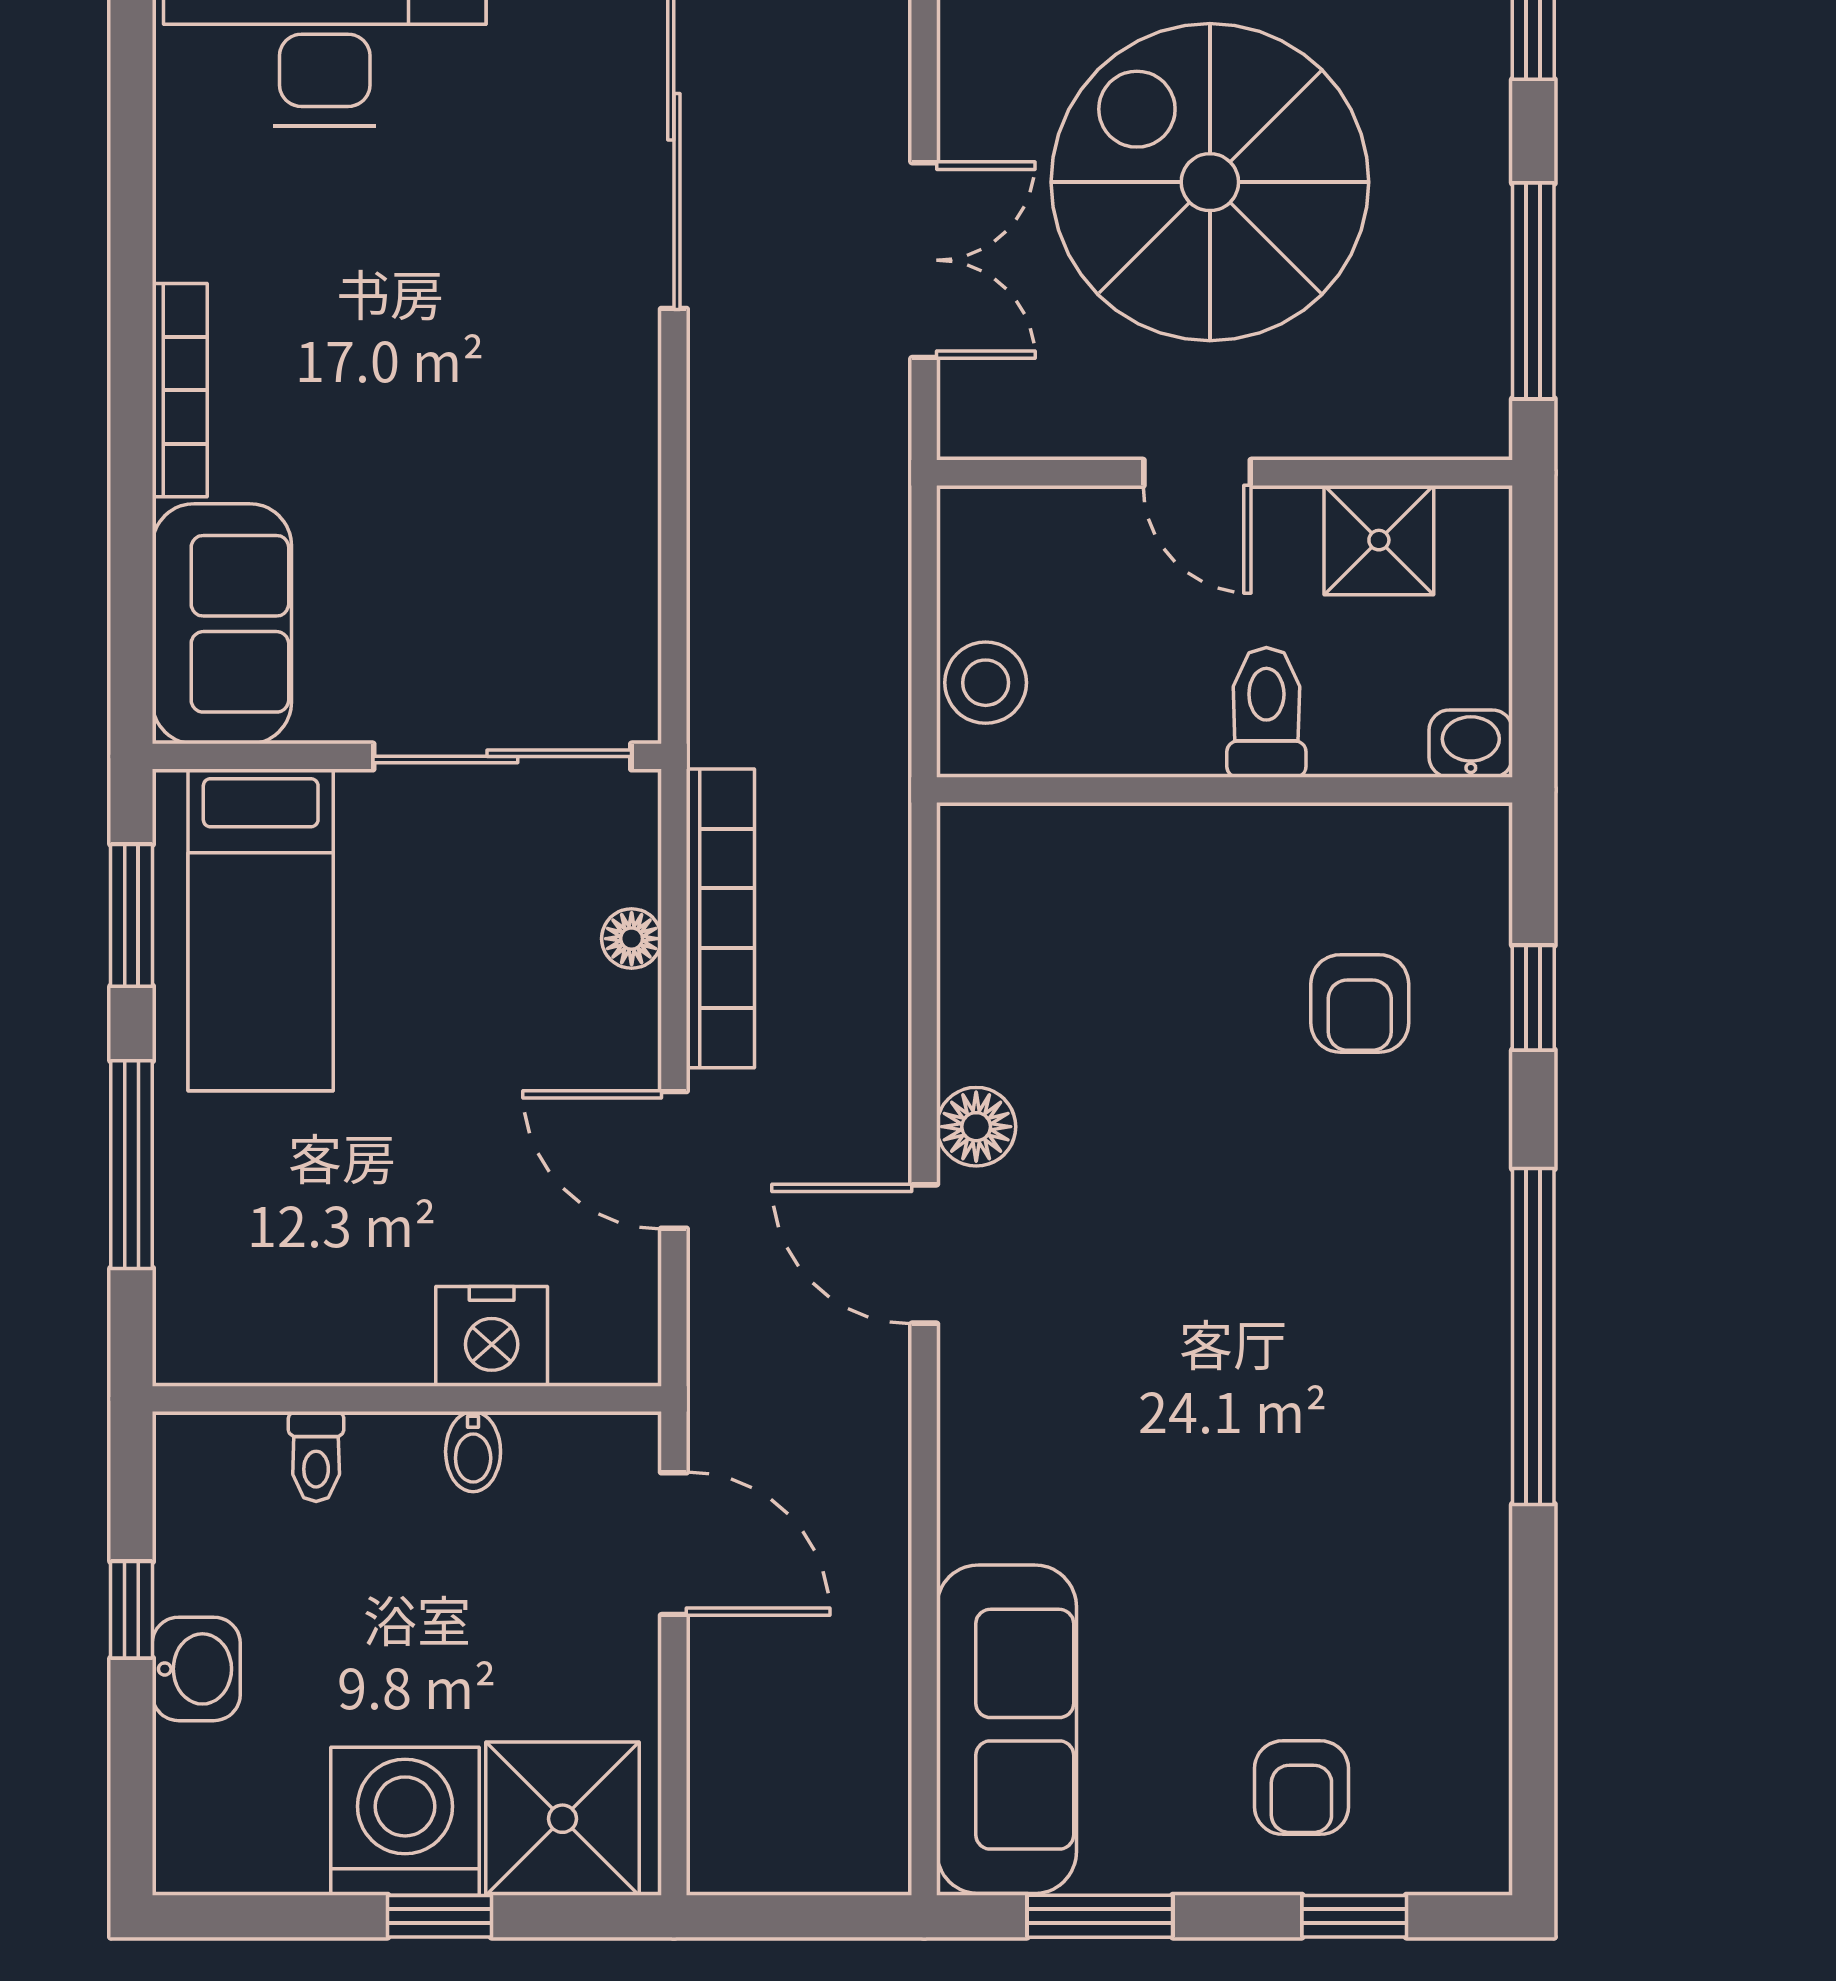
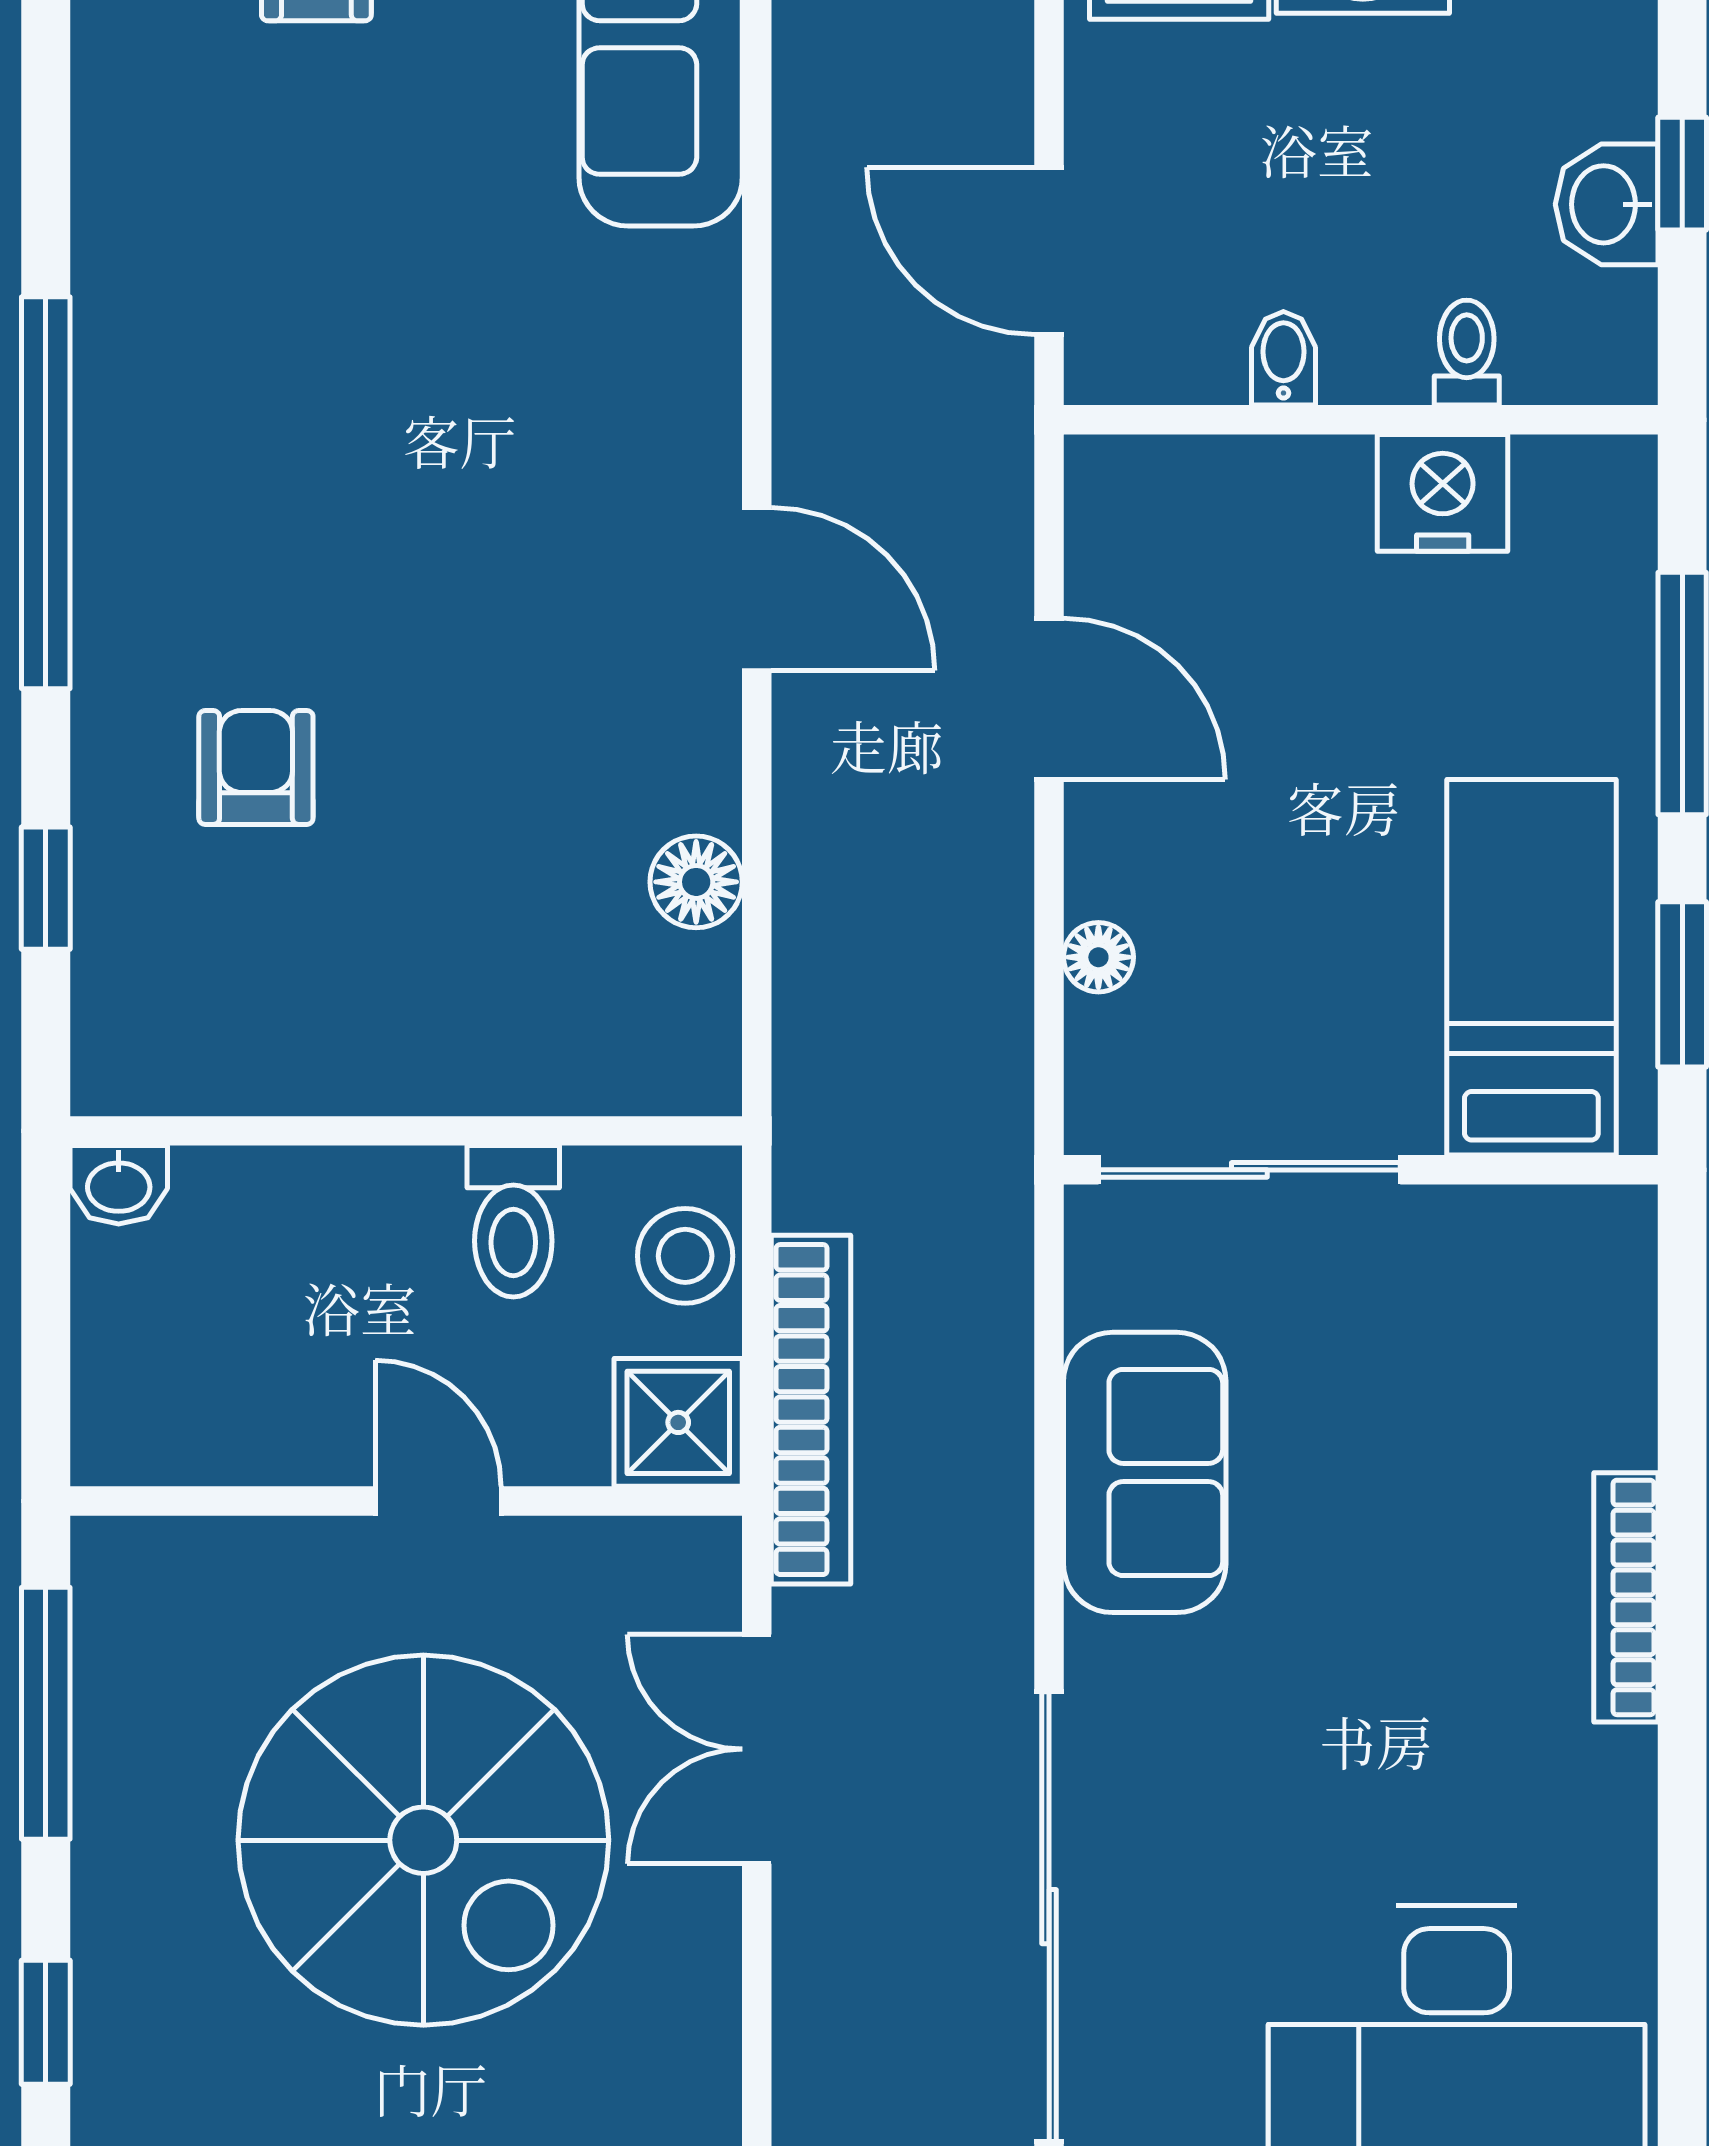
shower: (1379, 540) -> (678, 1422), moved
sofa: (222, 624) -> (1145, 1472), moved, turned 180
toilet: (1266, 712) -> (513, 1221), moved
bookcase: (720, 918) -> (811, 1410), moved, turned 180
armchair: (1360, 1003) -> (256, 767), moved
floor lamp: (976, 1127) -> (696, 882), moved
nightstand: (492, 1336) -> (1443, 493), moved
washbasin: (196, 1669) -> (1607, 204), moved

